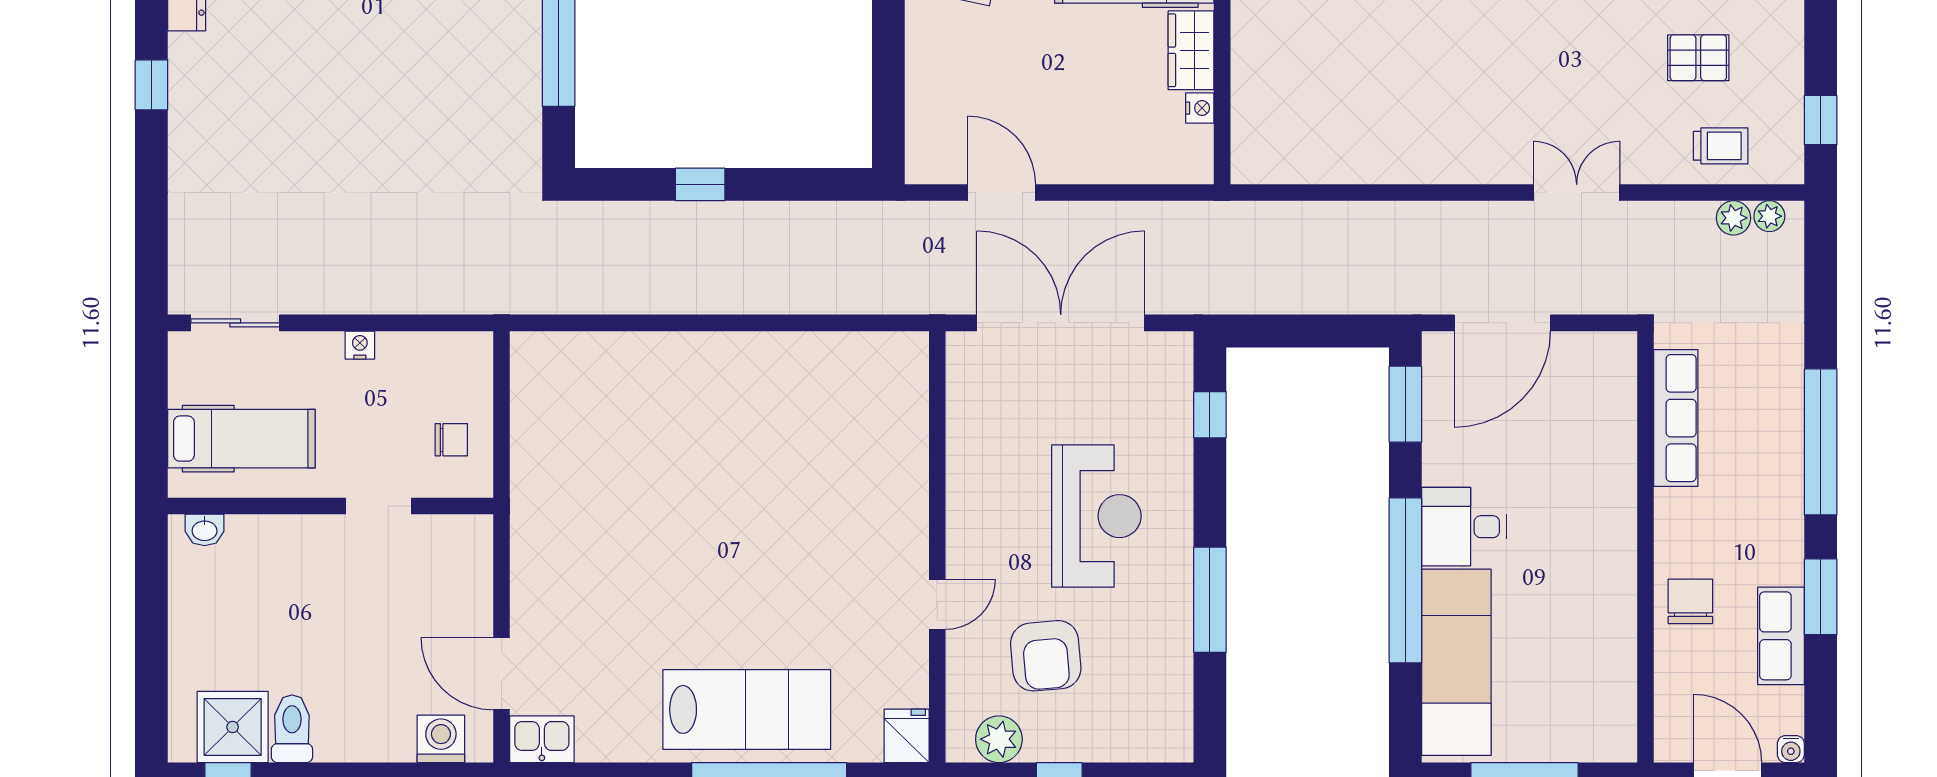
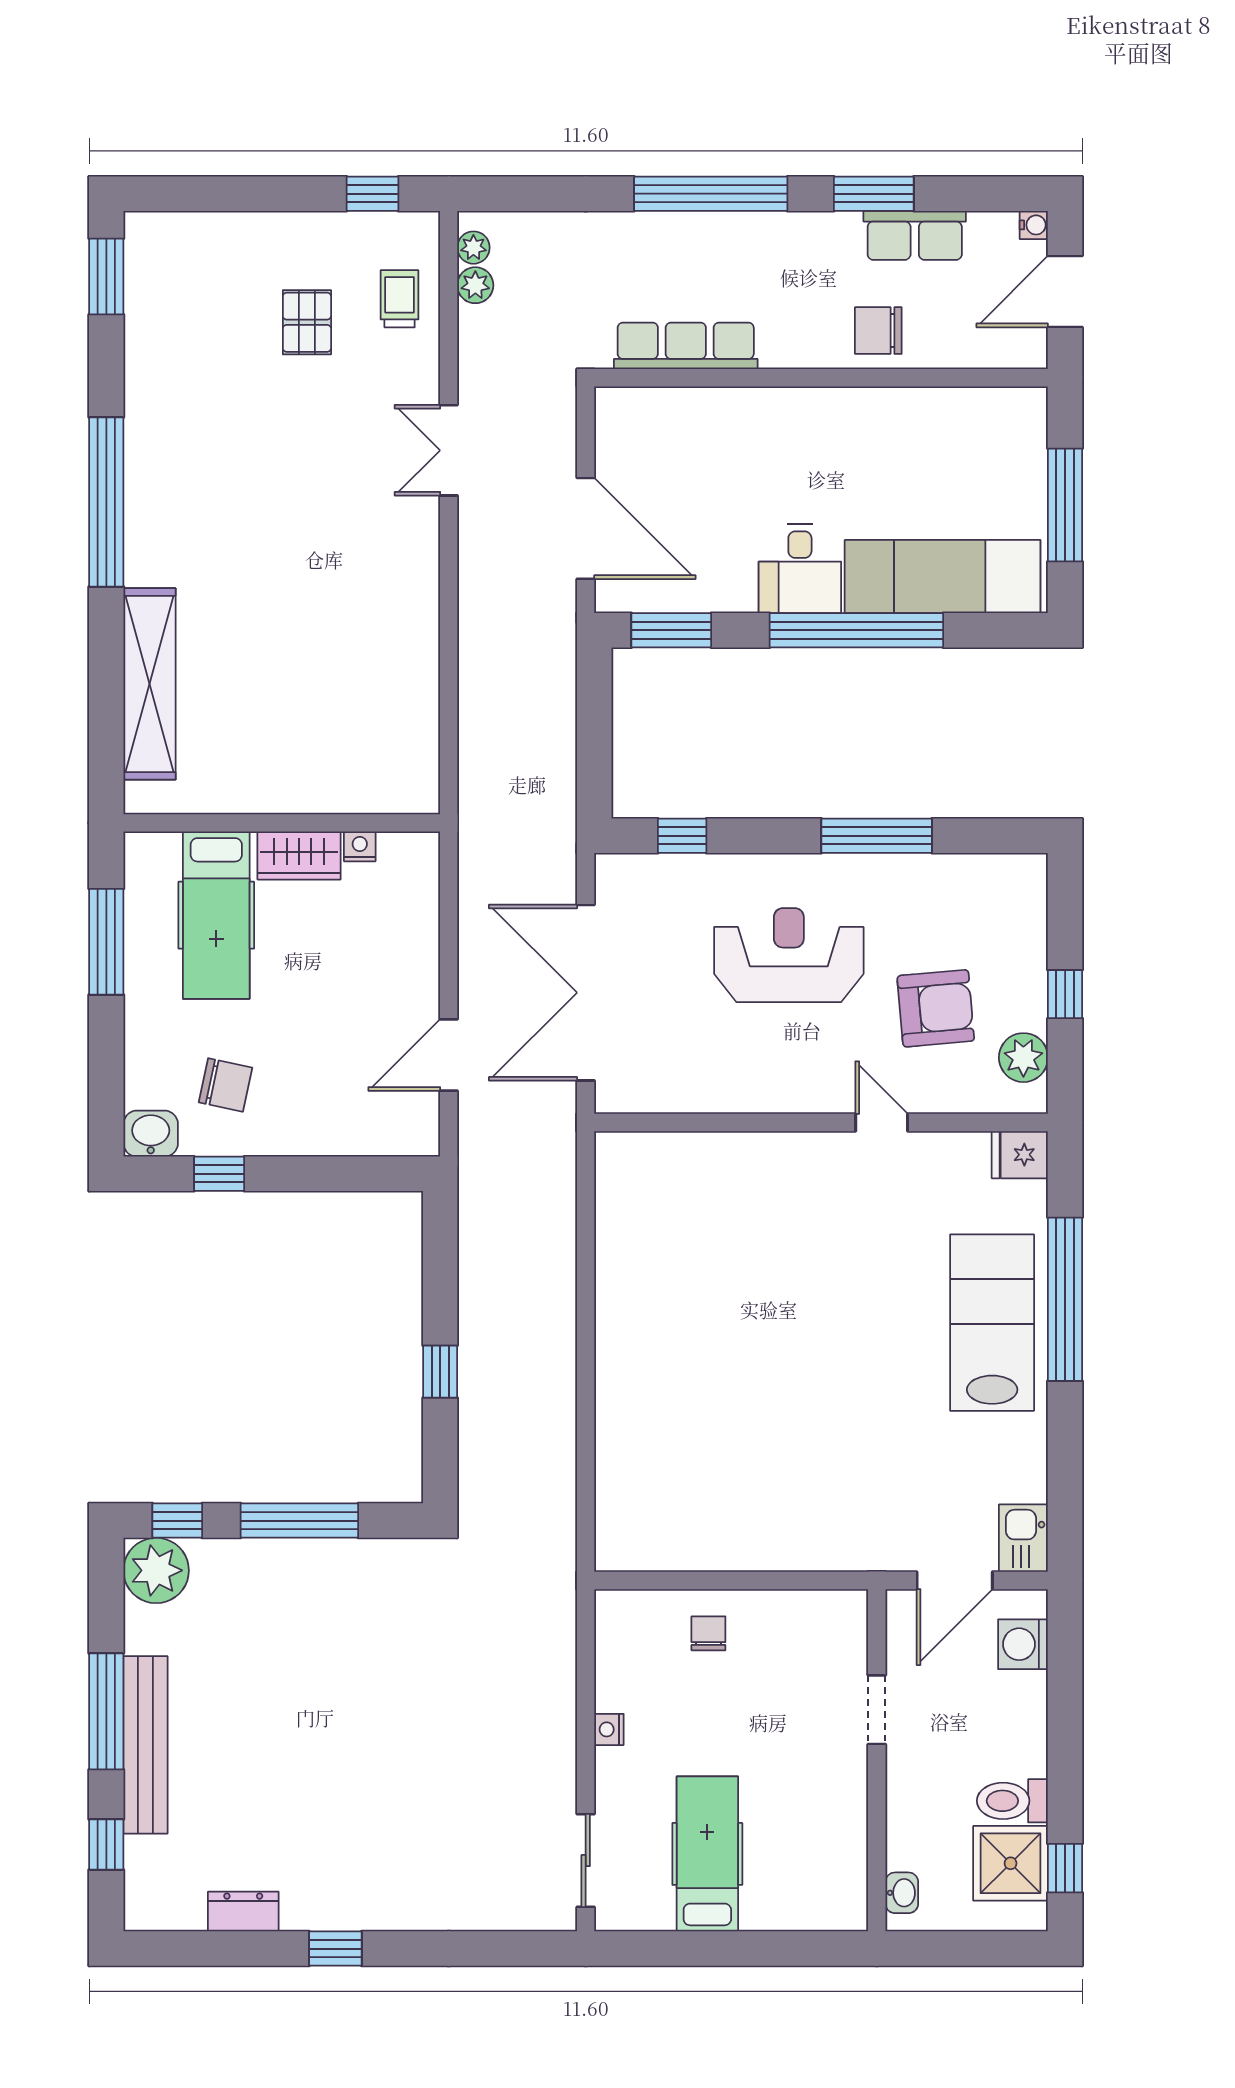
wall: (331, 506) -> (877, 1760), moved
doorway: (379, 506) -> (877, 1710), moved
washbasin: (205, 530) -> (902, 1893), moved

